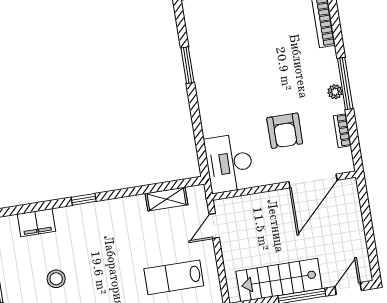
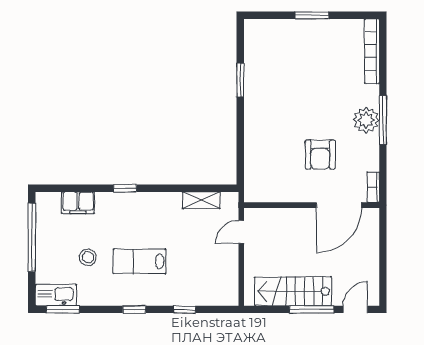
plant: (335, 92) -> (366, 120), width x1.87, depth x1.87
bookcase: (342, 131) -> (373, 187), moved
desk: (229, 163) -> (264, 176), removed
lab bench: (174, 277) -> (140, 261), moved

